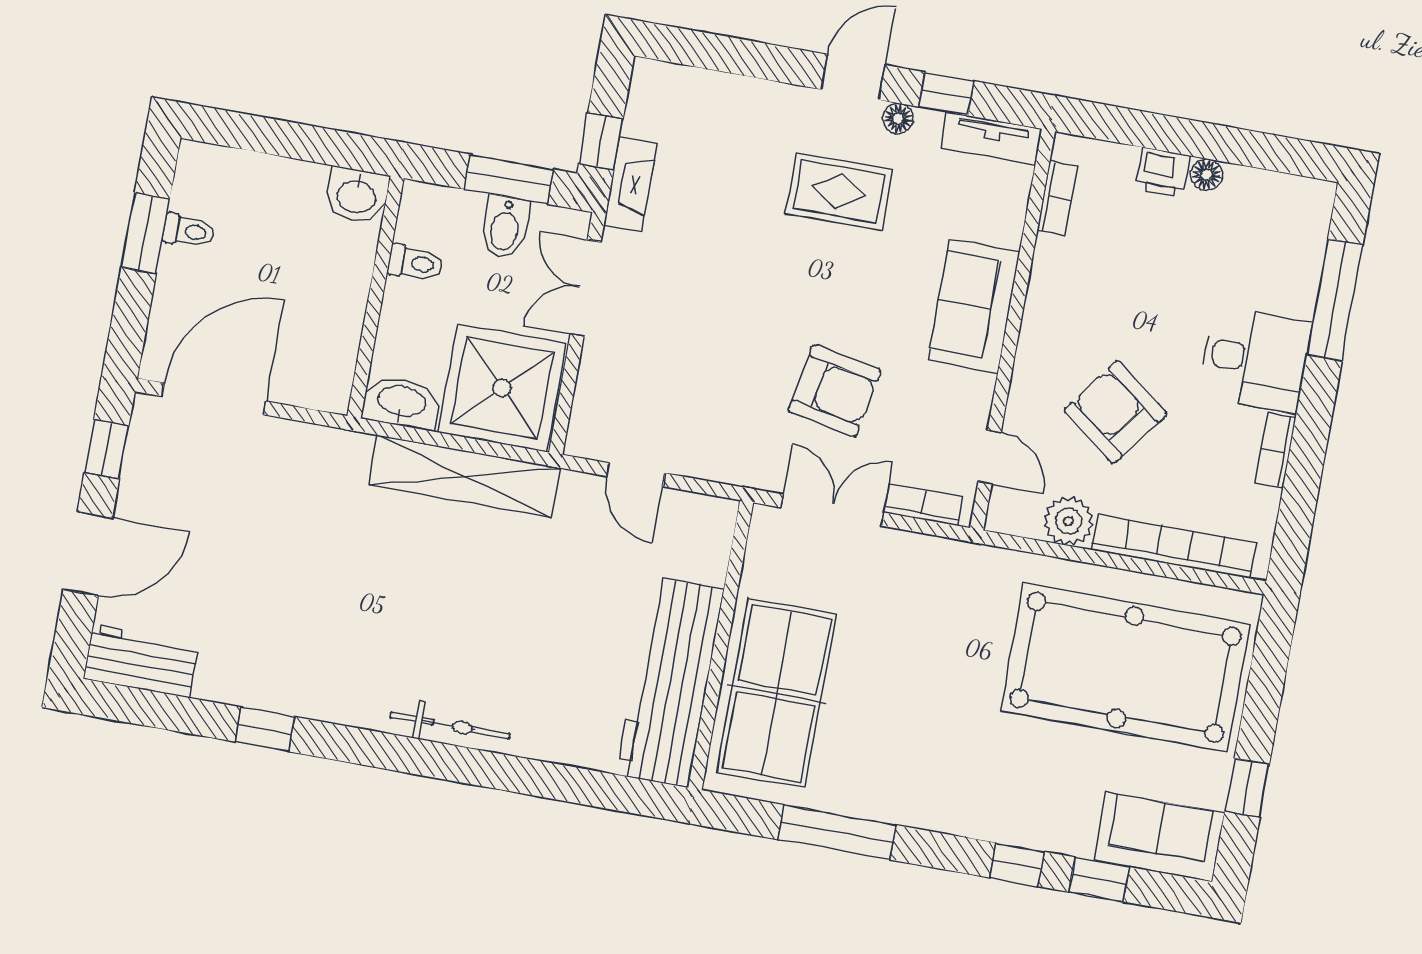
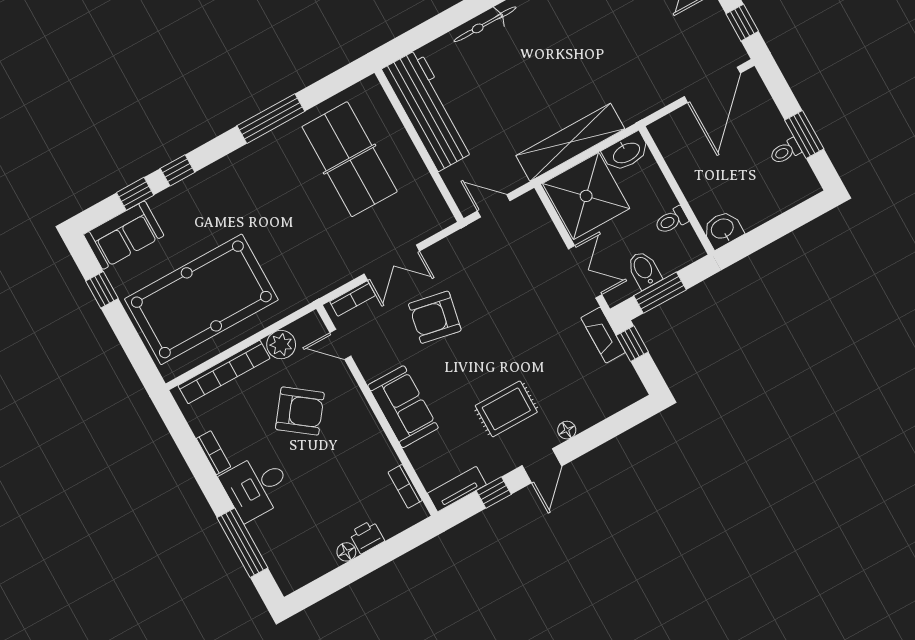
floor lamp: (898, 119) -> (567, 430), moved
wall: (721, 645) -> (419, 145), moved
workbench: (670, 682) -> (428, 110), moved

